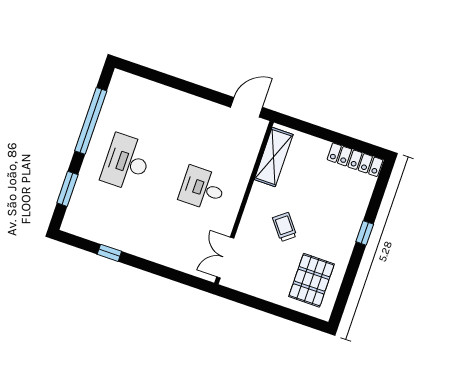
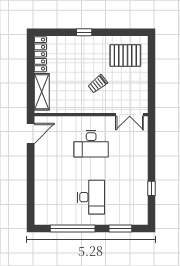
door: (247, 107) -> (31, 134), swing flipped
shelving: (274, 157) -> (42, 92), moved, turned 90
desk: (126, 162) -> (91, 197), turned -90
desk: (202, 188) -> (91, 144), width x1.37

